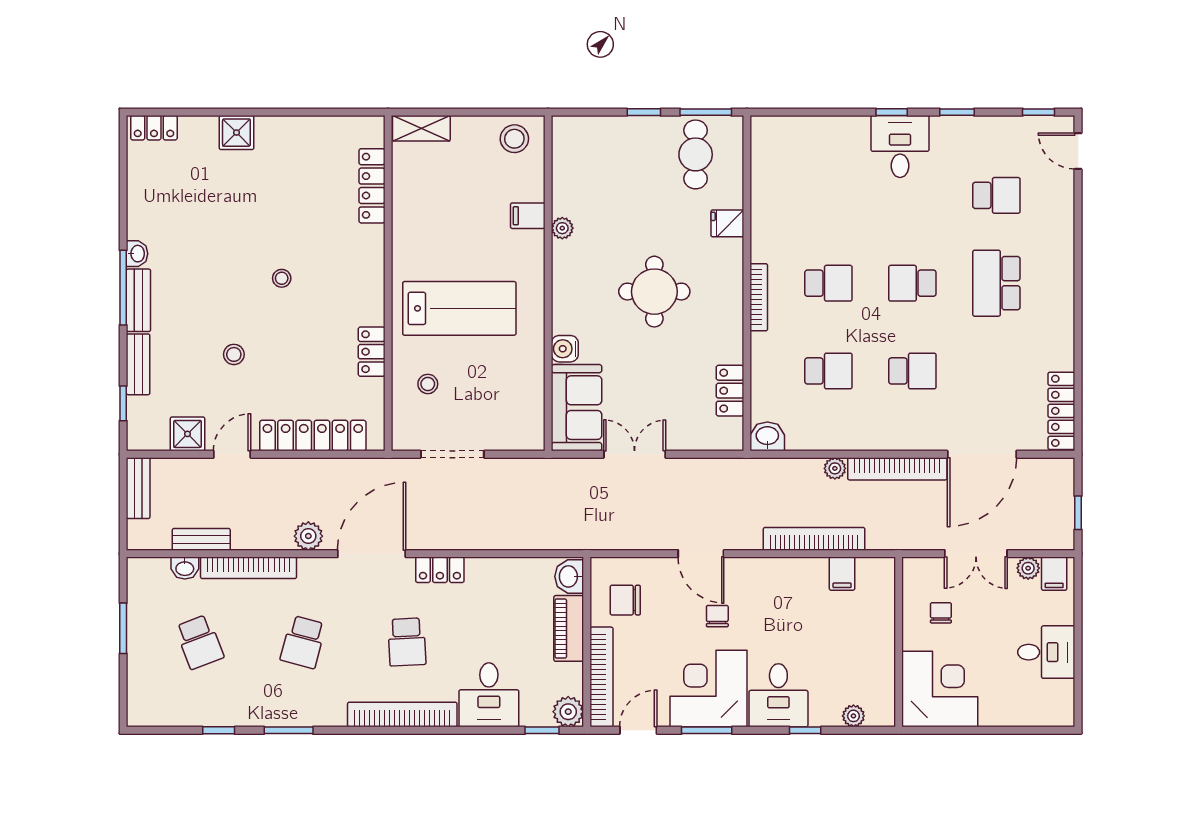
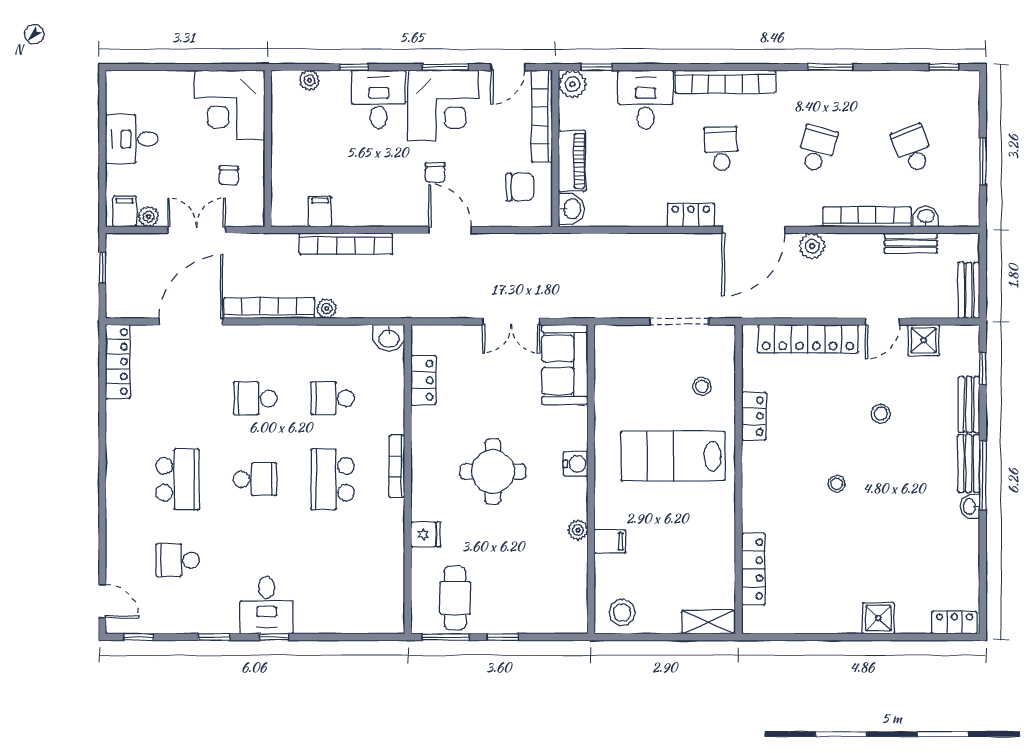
school desk: (828, 283) -> (333, 479), width x1.85
water cooler: (565, 349) -> (576, 464), moved
window: (219, 730) -> (944, 67), moved

